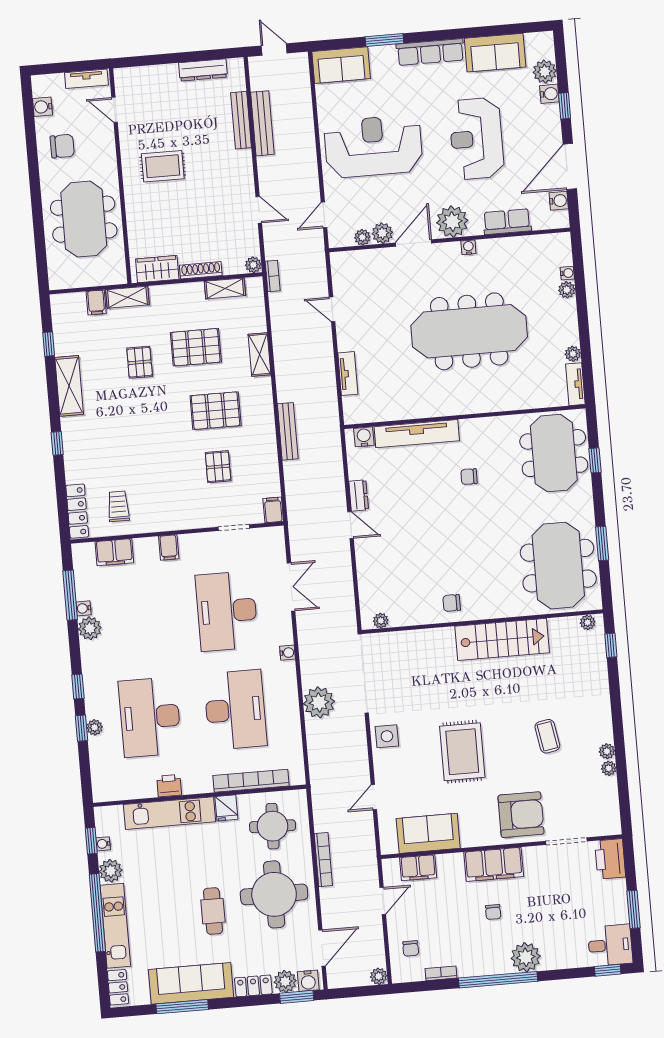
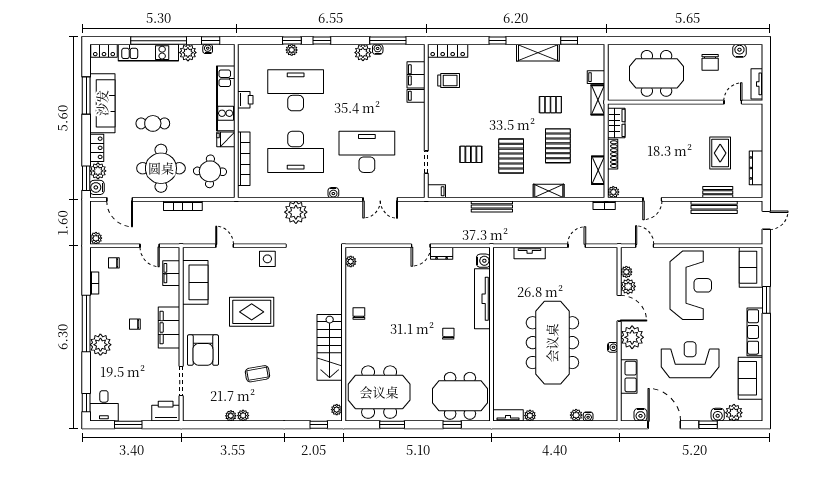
bench: (241, 120) -> (718, 192), width x0.73
rug: (163, 166) -> (720, 153), moved
filing cabinet: (169, 547) -> (416, 96), moved

